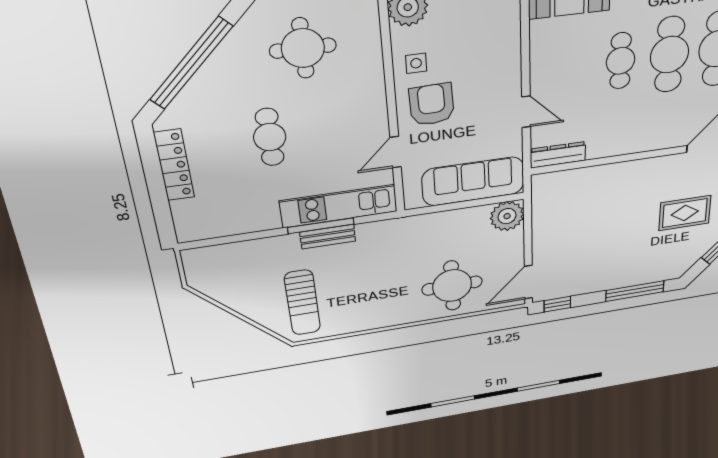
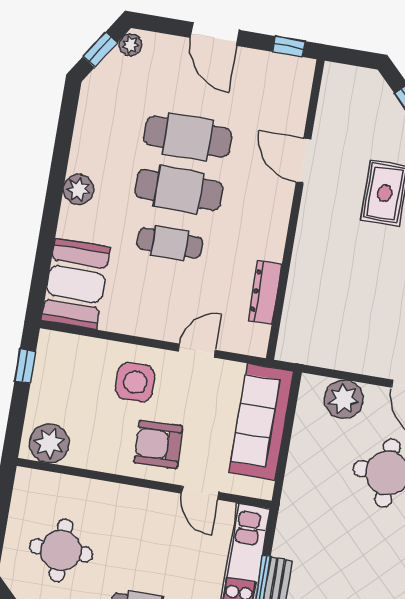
side table: (416, 63) -> (135, 382), moved, width x1.87, depth x1.87
dresser: (558, 155) -> (265, 292), moved
plant: (507, 216) -> (344, 399), moved

